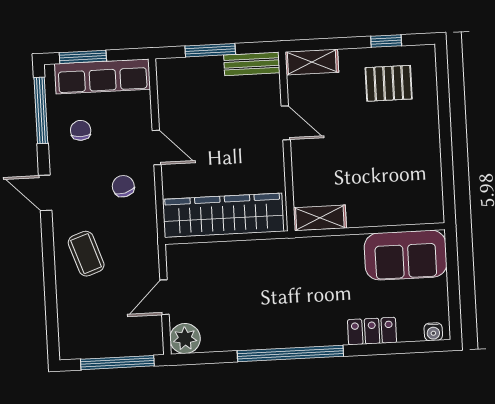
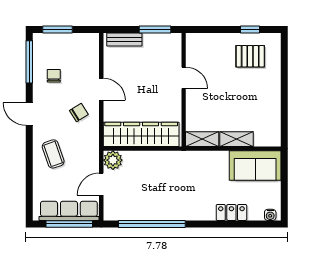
window: (210, 50) -> (155, 29), moved
shelving: (312, 62) -> (237, 139), moved
bench: (252, 64) -> (124, 39), moved
row of seats: (102, 76) -> (69, 211), moved, turned 180
chair: (123, 186) -> (79, 113), turned 73
plant: (185, 339) -> (113, 160), moved
window: (290, 354) -> (152, 224), moved

